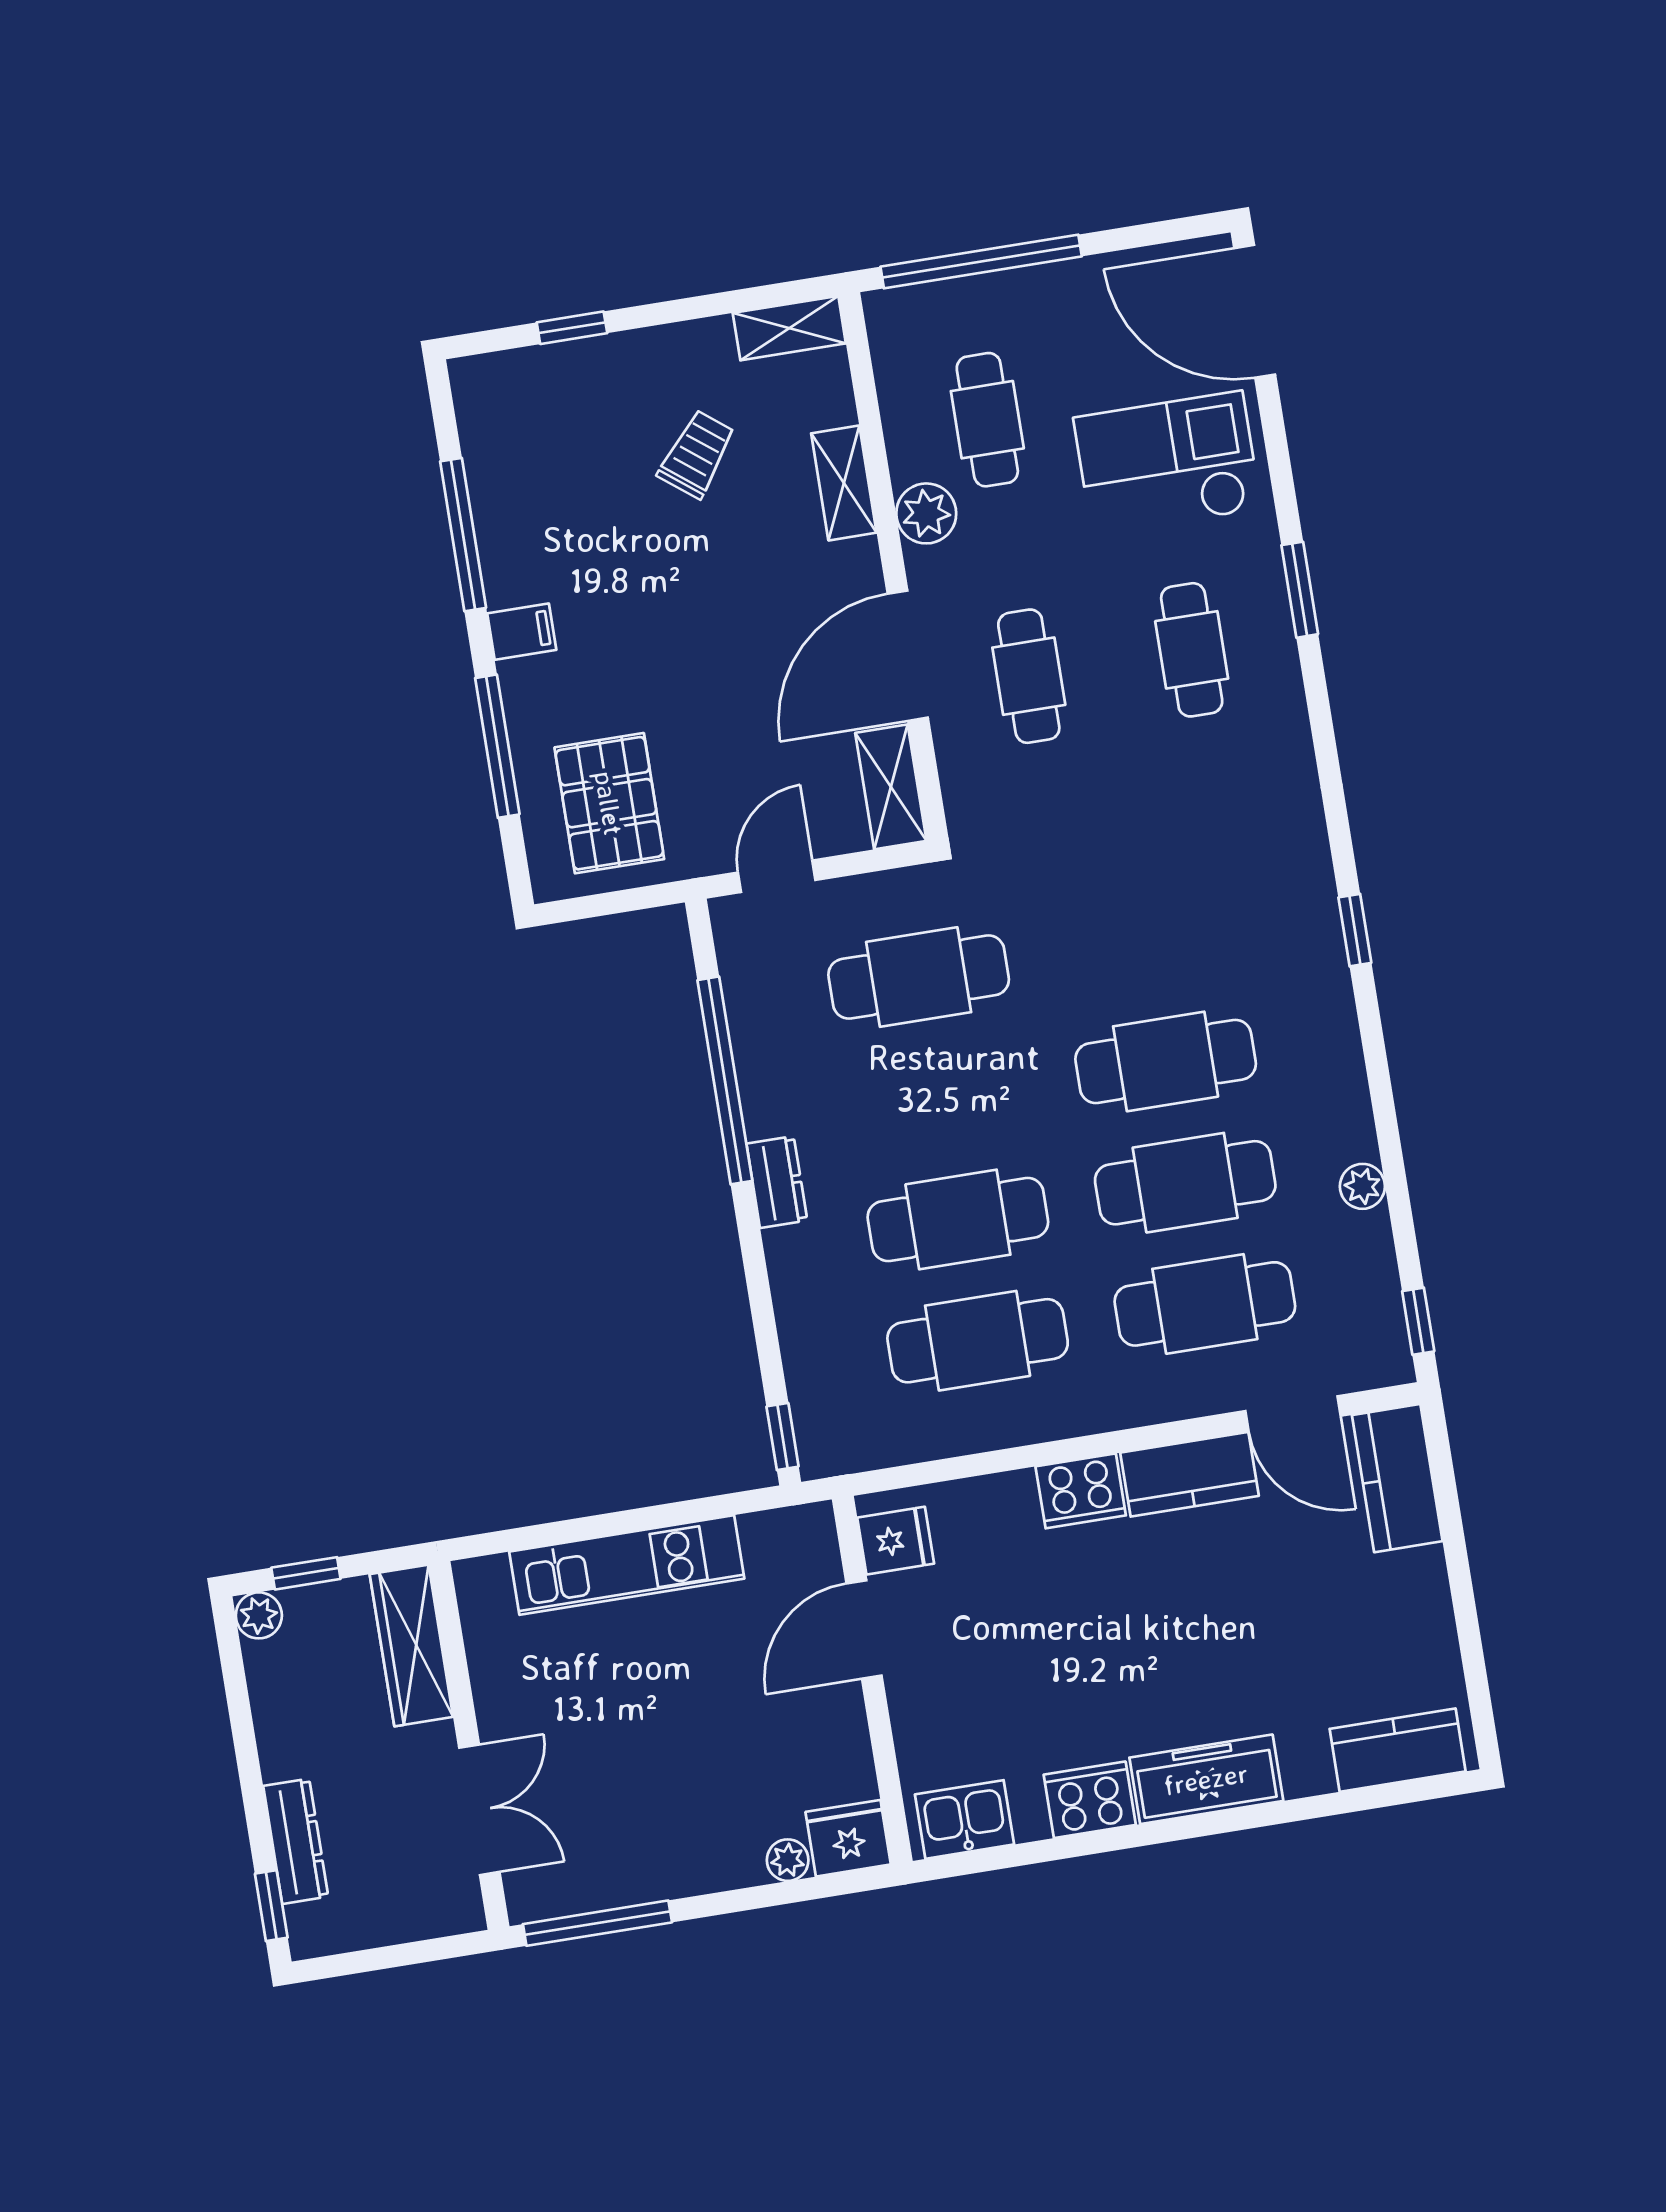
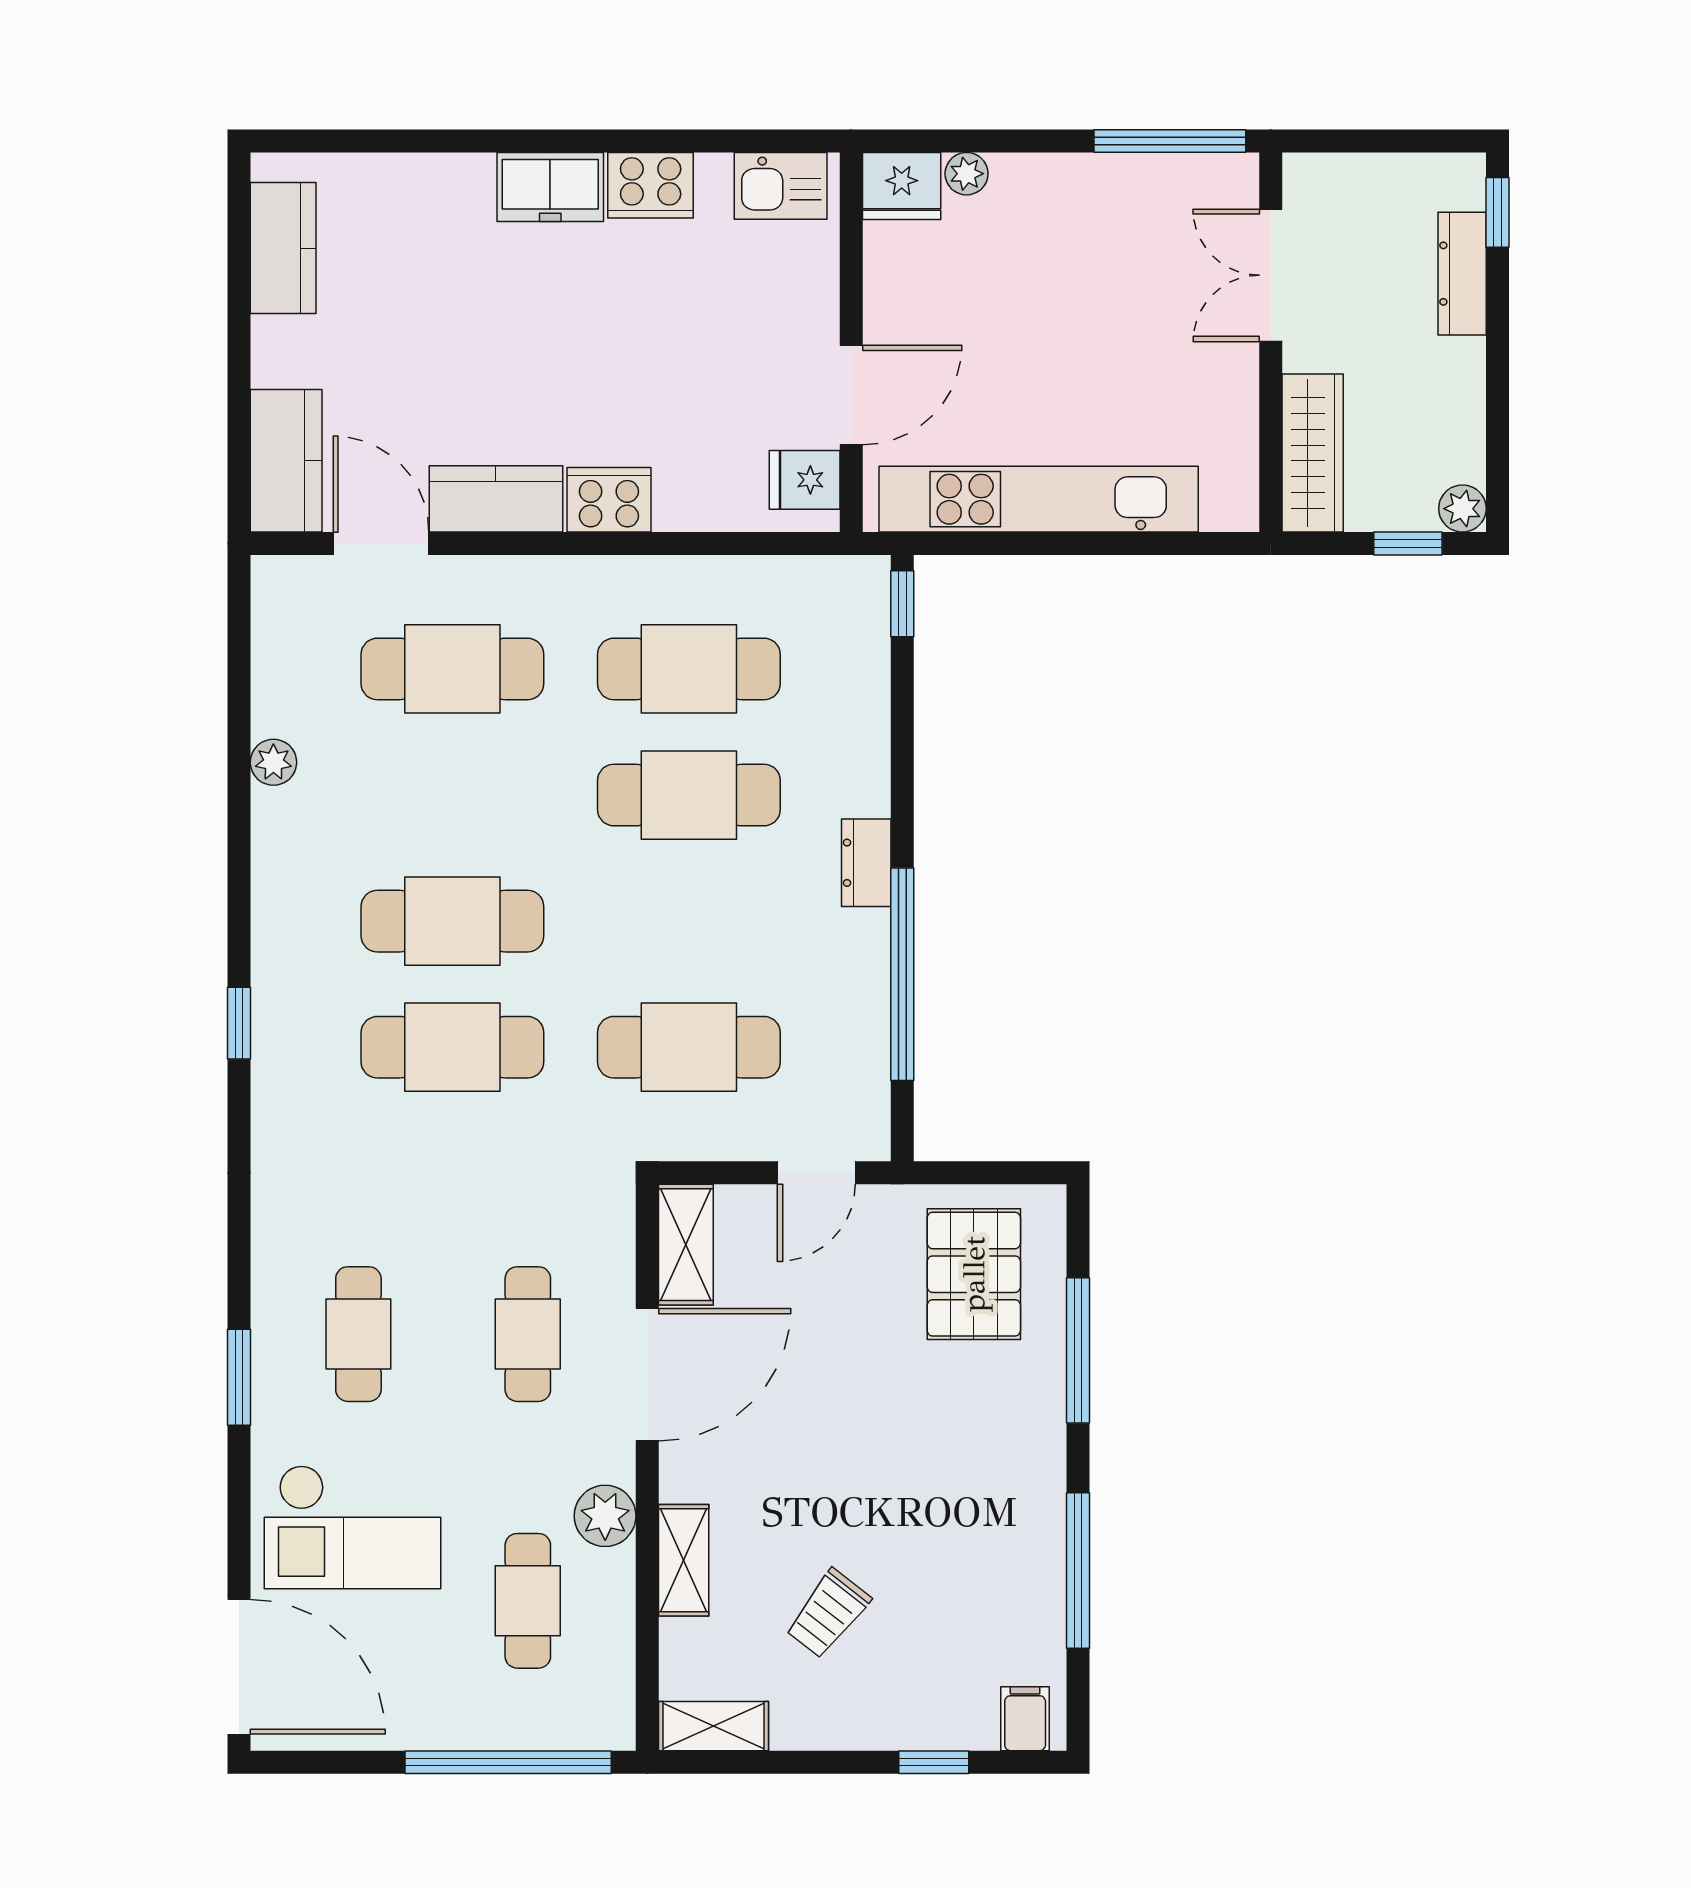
filing cabinet: (522, 632) -> (1025, 1719), moved, turned 90
cafe table: (1185, 1183) -> (452, 1047), moved
window: (1418, 1321) -> (239, 616), removed
kitchen unit: (627, 1565) -> (1039, 499), width x1.36
kitchen counter: (1398, 1750) -> (283, 248), moved, turned -90
freezer: (1206, 1779) -> (550, 187), width x0.71

